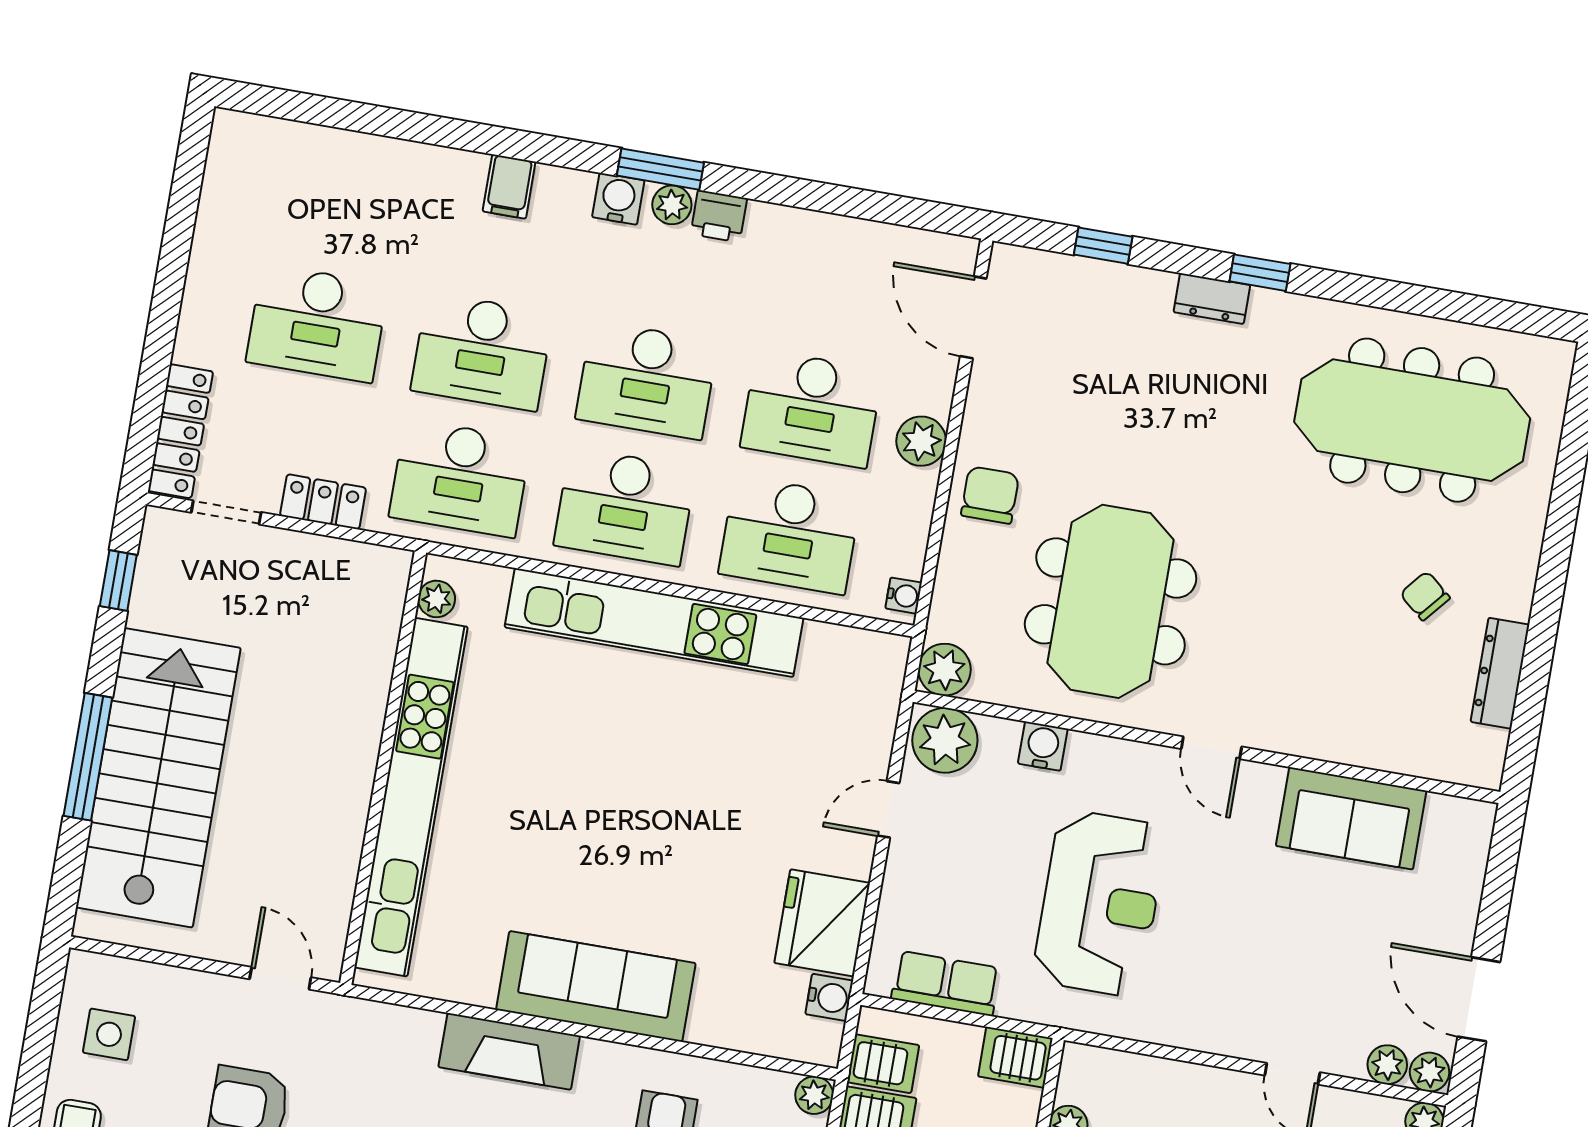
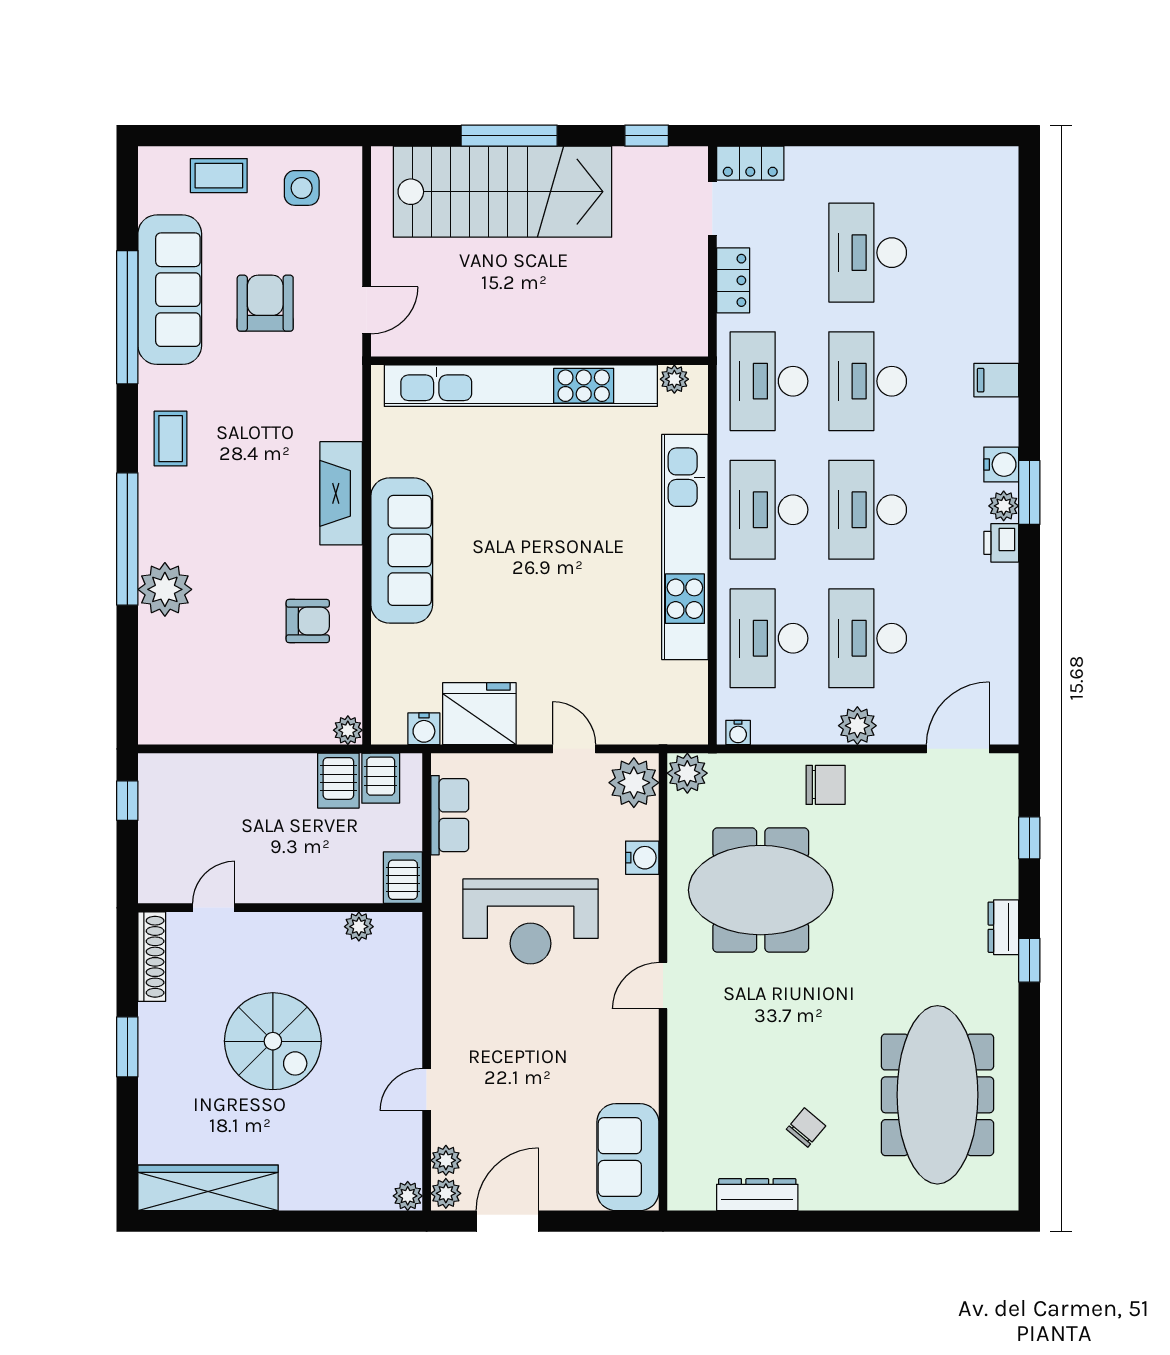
locker: (180, 431) -> (750, 163), width x0.66
sofa: (1351, 818) -> (628, 1157), moved

